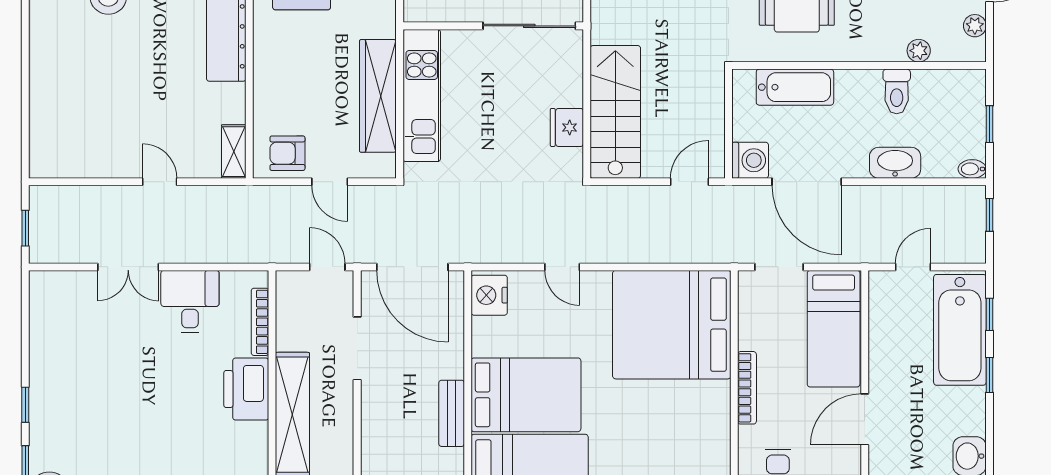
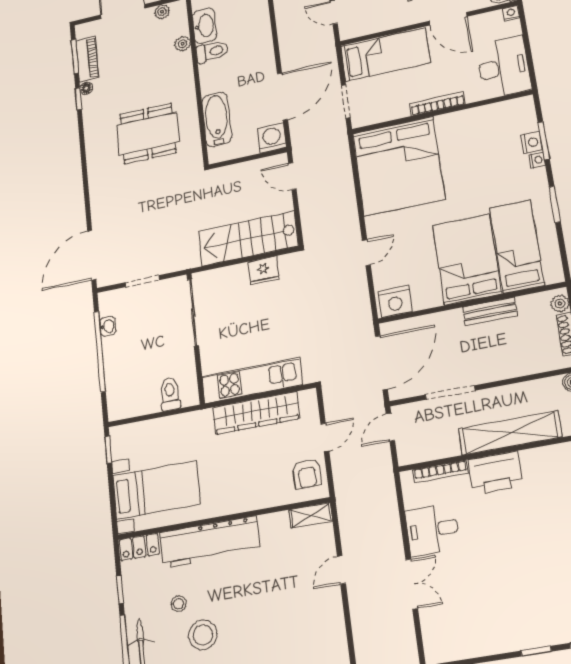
washbasin: (895, 163) -> (204, 26), moved, turned 180

